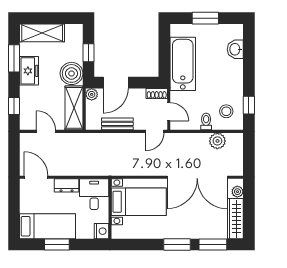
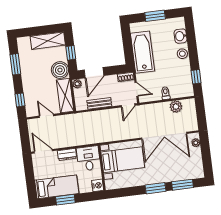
shelving: (42, 33) -> (48, 41), moved
freezer: (29, 71) -> (28, 72), removed
stool: (226, 111) -> (182, 54), moved
wardrobe: (235, 219) -> (197, 163), removed

